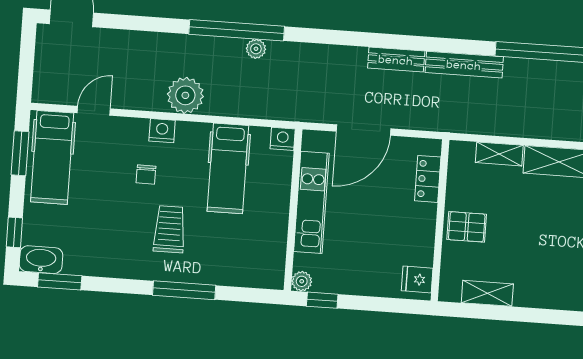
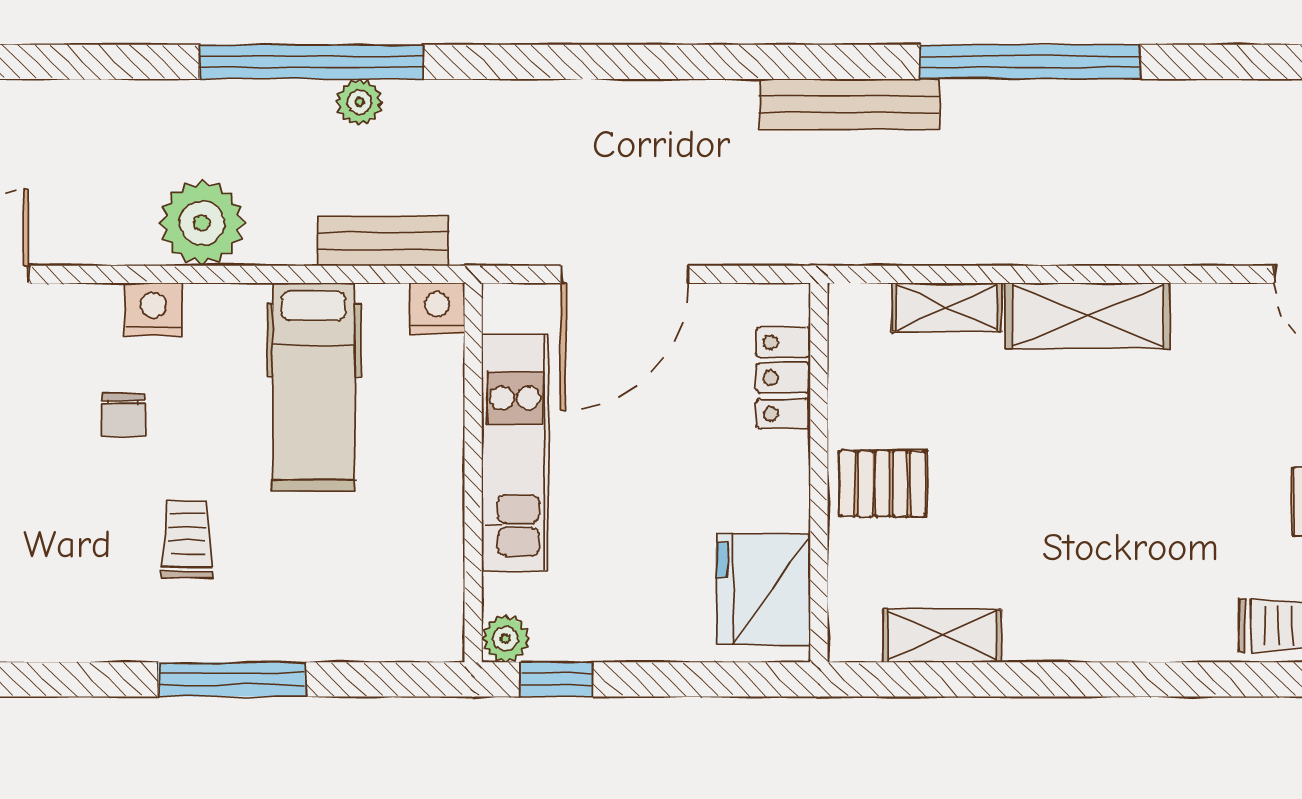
bench: (396, 60) -> (383, 241), moved
trolley: (169, 229) -> (187, 539), width x0.73, depth x0.72
fridge: (417, 279) -> (763, 589), width x1.88, depth x1.34

